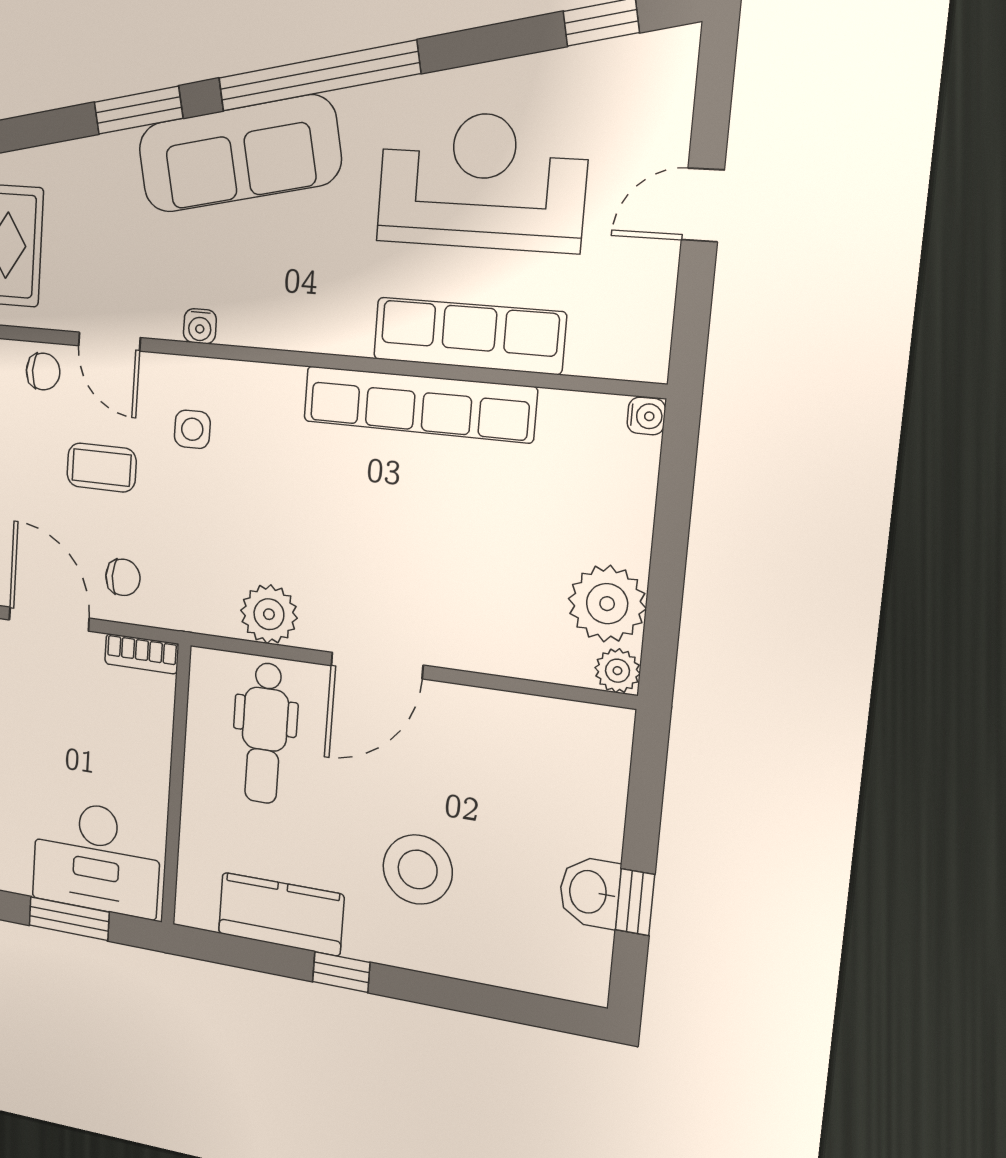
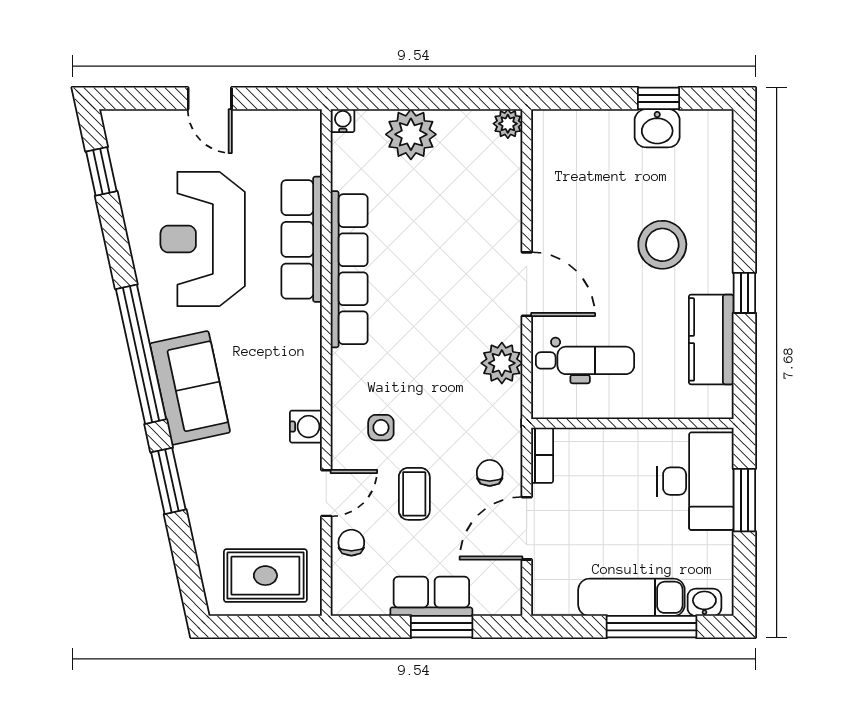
sofa: (239, 154) -> (190, 388), width x0.73
water cooler: (200, 326) -> (306, 427), width x1.38, depth x1.38
plant: (607, 604) -> (411, 134), moved

